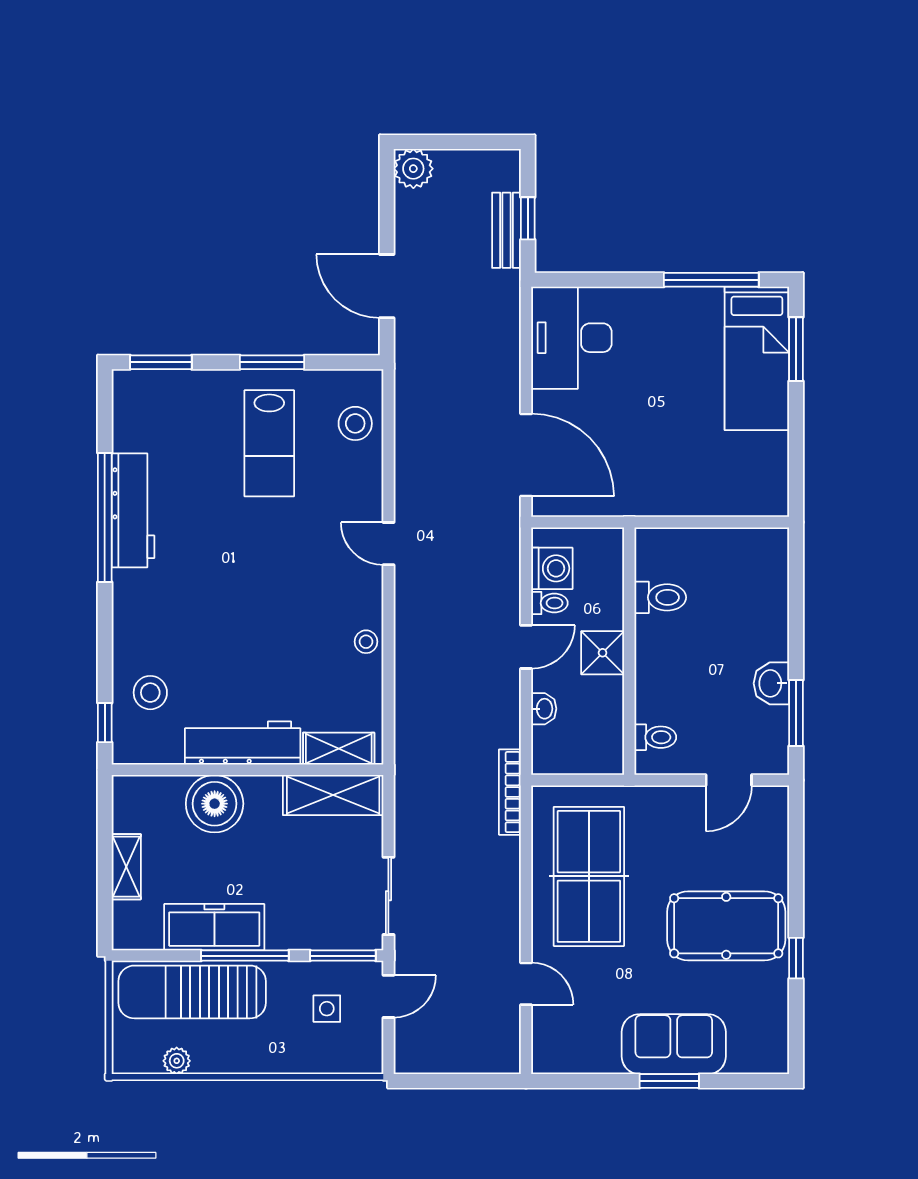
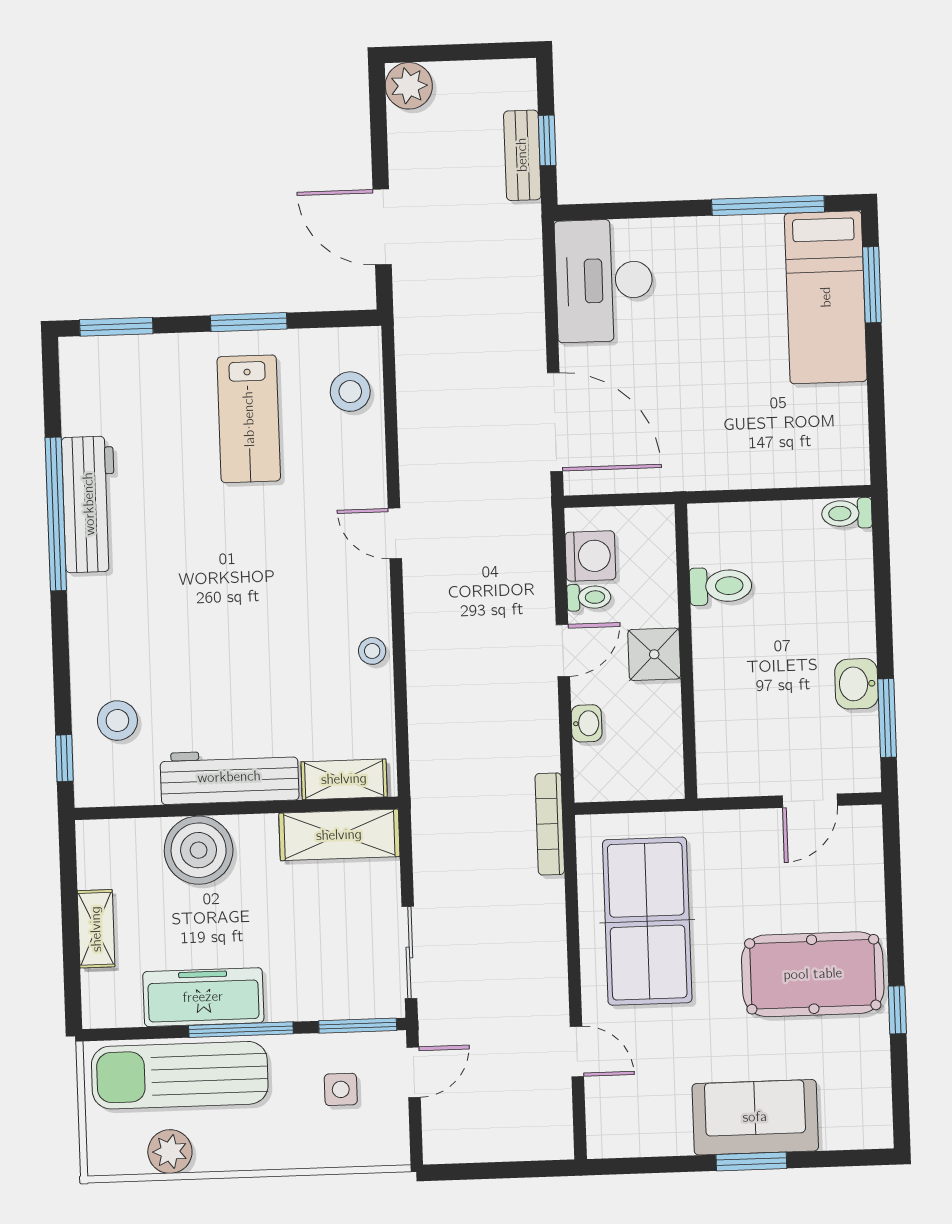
toilet: (655, 737) -> (847, 513), moved, turned 180
plant: (177, 1061) -> (170, 1152), width x1.38, depth x1.38

